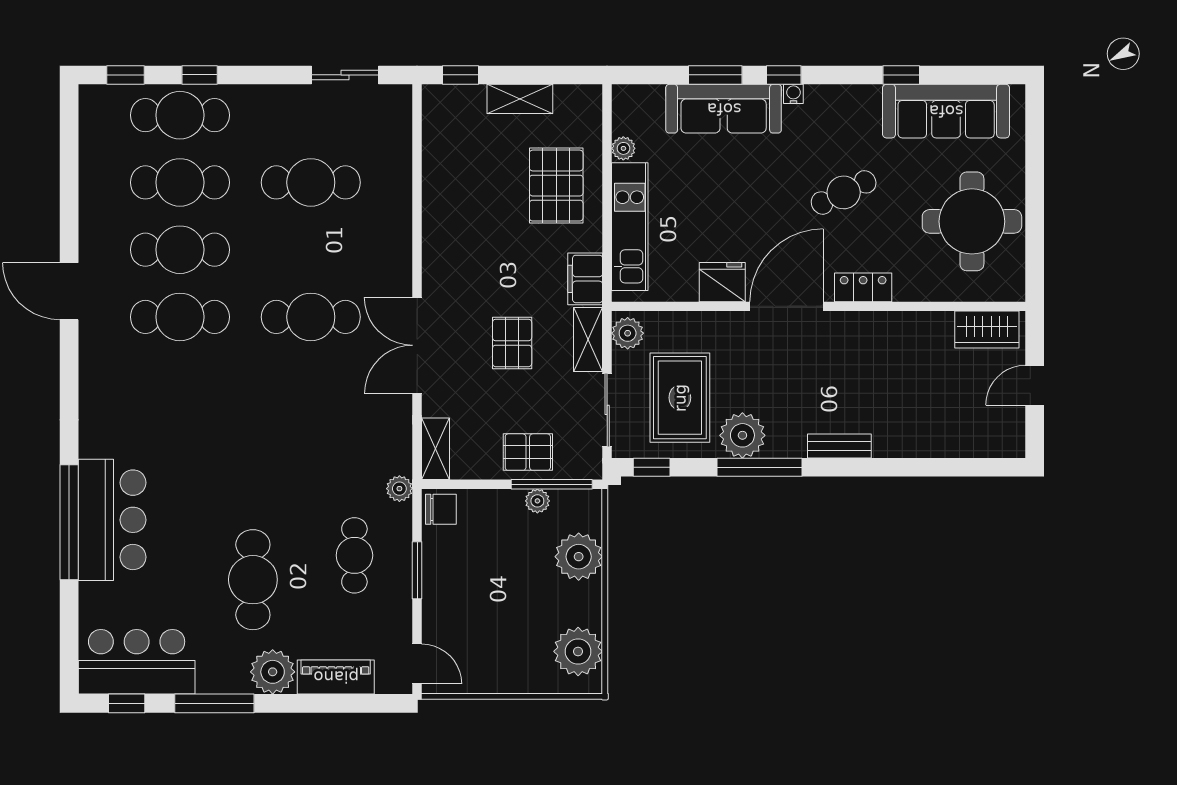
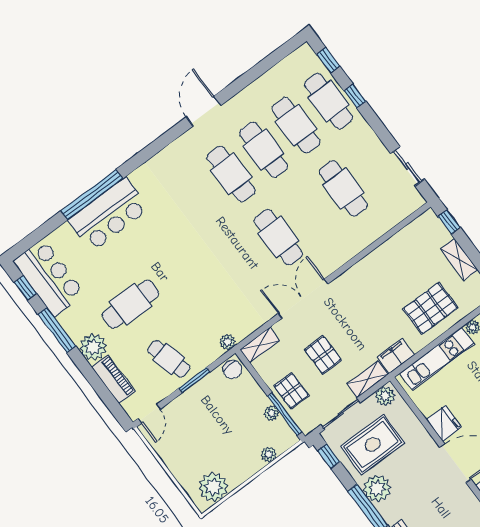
pallet: (512, 343) -> (323, 355), moved, turned 90
cafe table: (354, 555) -> (169, 359), moved, turned 75
plant: (579, 557) -> (269, 454), width x0.53, depth x0.53

